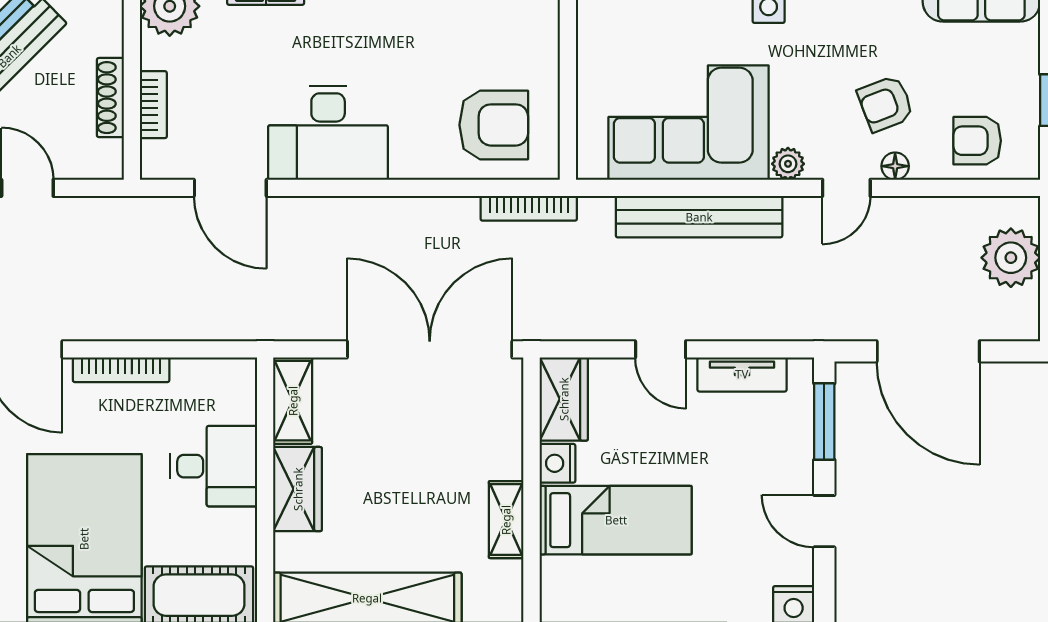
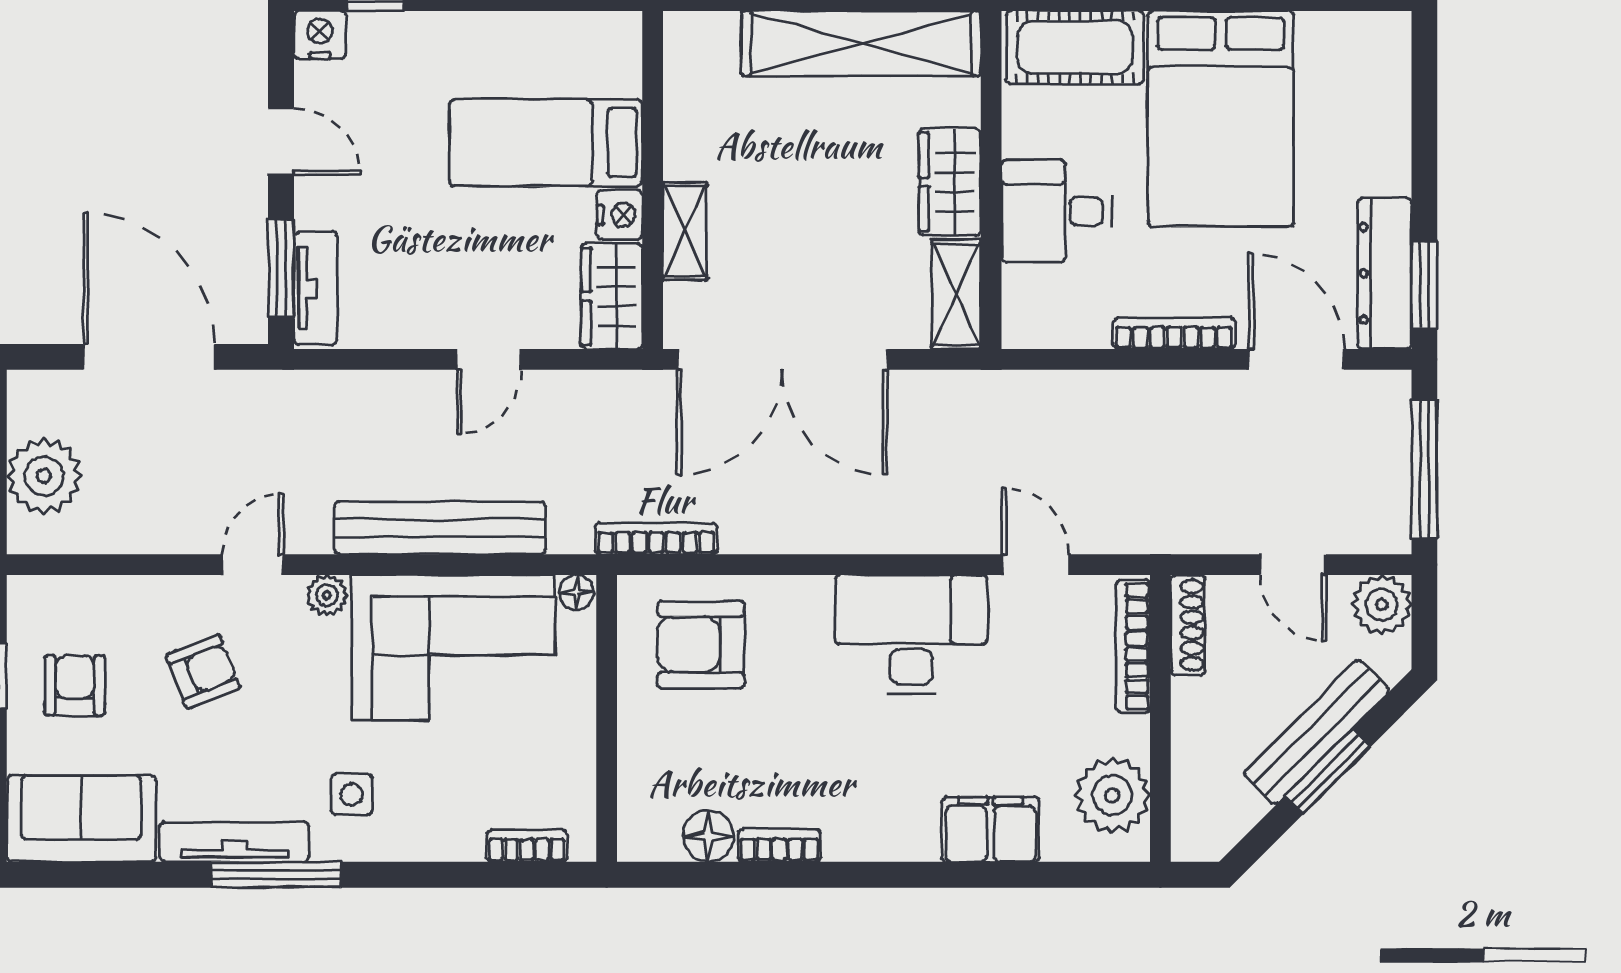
shoe rack: (110, 98) -> (1188, 625), moved
bookcase: (153, 105) -> (1133, 646), width x1.56
armchair: (977, 141) -> (75, 685), moved, turned -90
floor lamp: (895, 166) -> (577, 592), moved
door: (230, 188) -> (1035, 565), width x0.73
door: (661, 349) -> (489, 359), swing flipped
tv unit: (742, 374) -> (315, 288), moved, turned 90
shelving: (506, 520) -> (685, 231), moved

